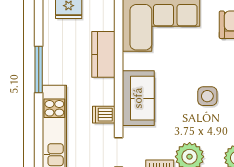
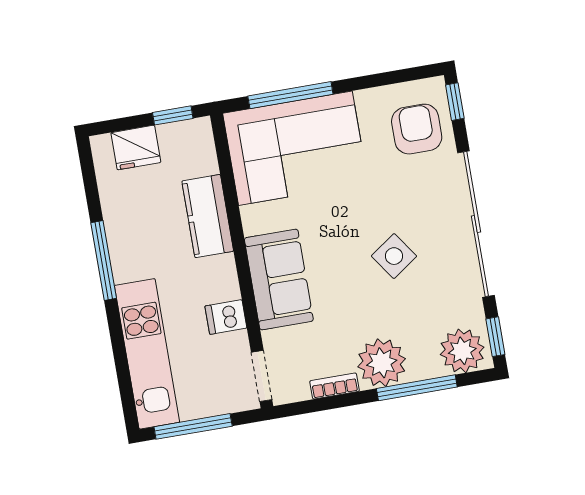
side table: (207, 96) -> (394, 256), turned -35

